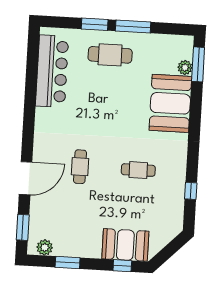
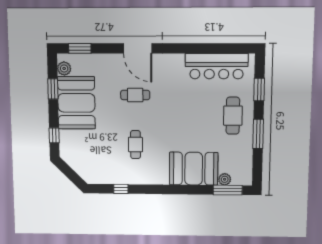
window: (95, 24) -> (259, 90), moved
door: (26, 178) -> (138, 48), moved
booth: (125, 245) -> (76, 103), moved, width x1.36, depth x1.42

